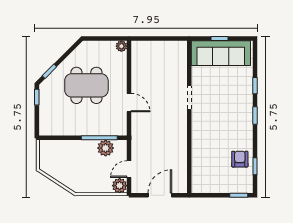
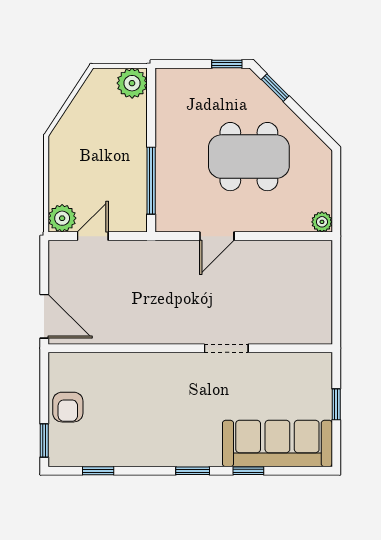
sofa: (221, 53) -> (277, 443), moved, turned 90
dining table: (86, 85) -> (249, 157), turned 90
plant: (106, 148) -> (132, 83), moved
armchair: (240, 159) -> (68, 407), moved, turned 90
door: (129, 169) -> (93, 236), hinge flipped
door: (160, 195) -> (44, 316), moved

